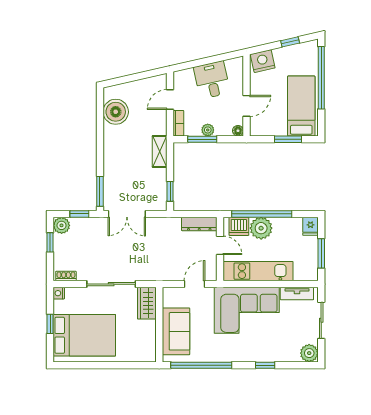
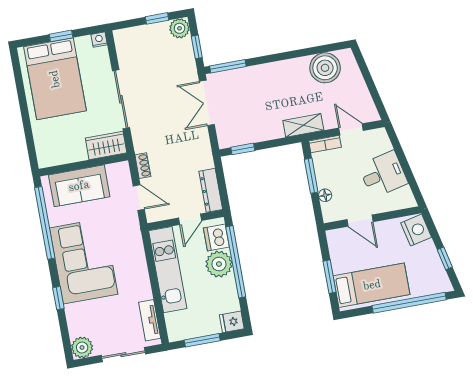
plant: (208, 130) -> (323, 180), removed
floor lamp: (238, 131) -> (325, 195), moved
shelving: (160, 151) -> (303, 125), moved
shoe rack: (66, 276) -> (143, 166), moved
corner sofa: (247, 310) -> (84, 261), moved, turned 180

